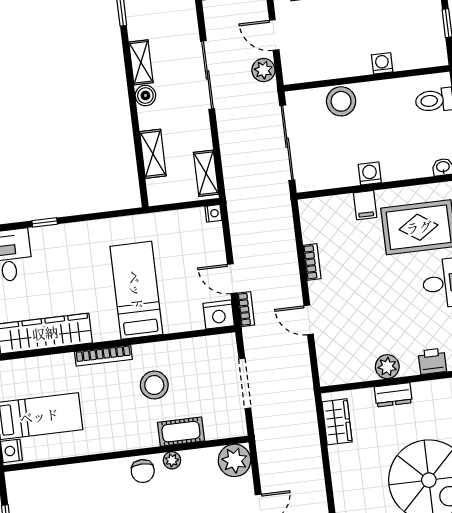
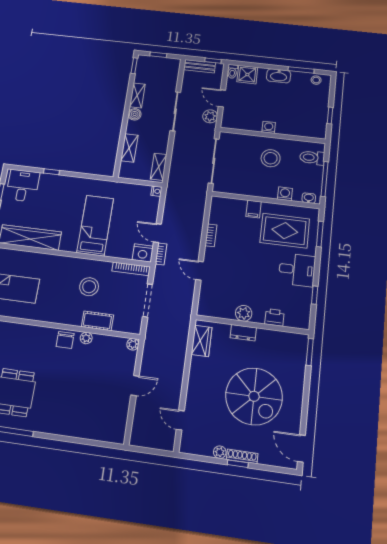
washing machine: (382, 63) -> (269, 127), moved
stool: (341, 101) -> (271, 158), moved
washing machine: (370, 174) -> (285, 194), moved
bookcase: (103, 355) -> (131, 269), moved
plant: (234, 460) -> (133, 344), width x0.53, depth x0.53

